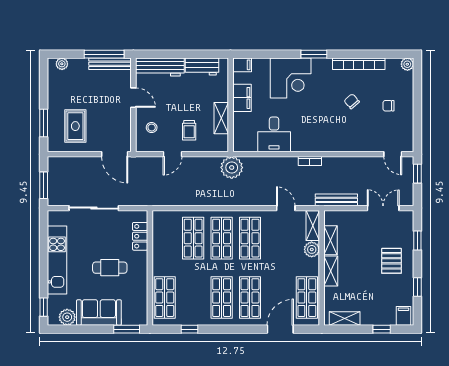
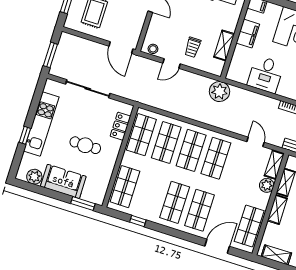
stool: (152, 128) -> (153, 49), moved
shop shelf: (165, 238) -> (141, 135), added
window: (44, 307) -> (25, 135), moved

